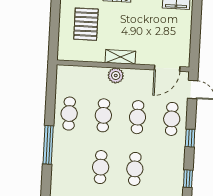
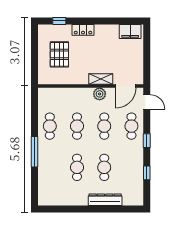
shelving: (120, 57) -> (101, 79), moved
plant: (116, 75) -> (100, 94), moved

